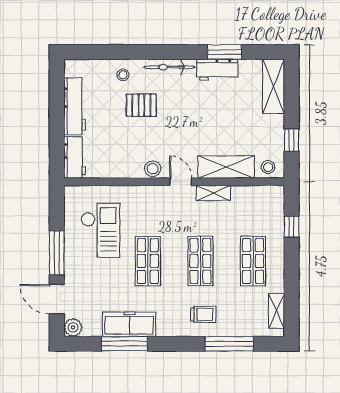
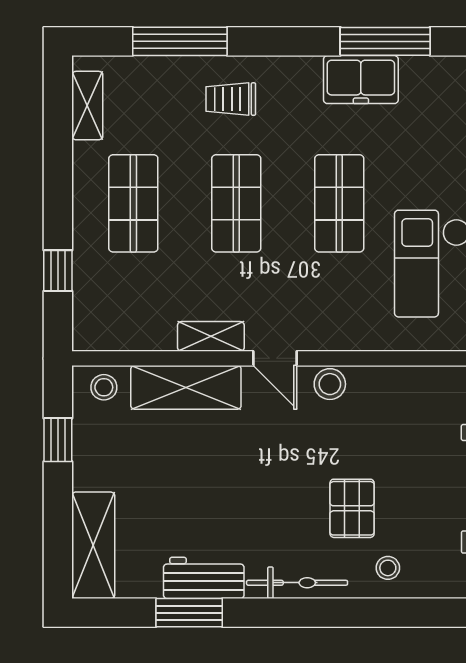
pallet: (141, 105) -> (352, 508), turned 90
freezer: (129, 324) -> (361, 80), width x0.71

